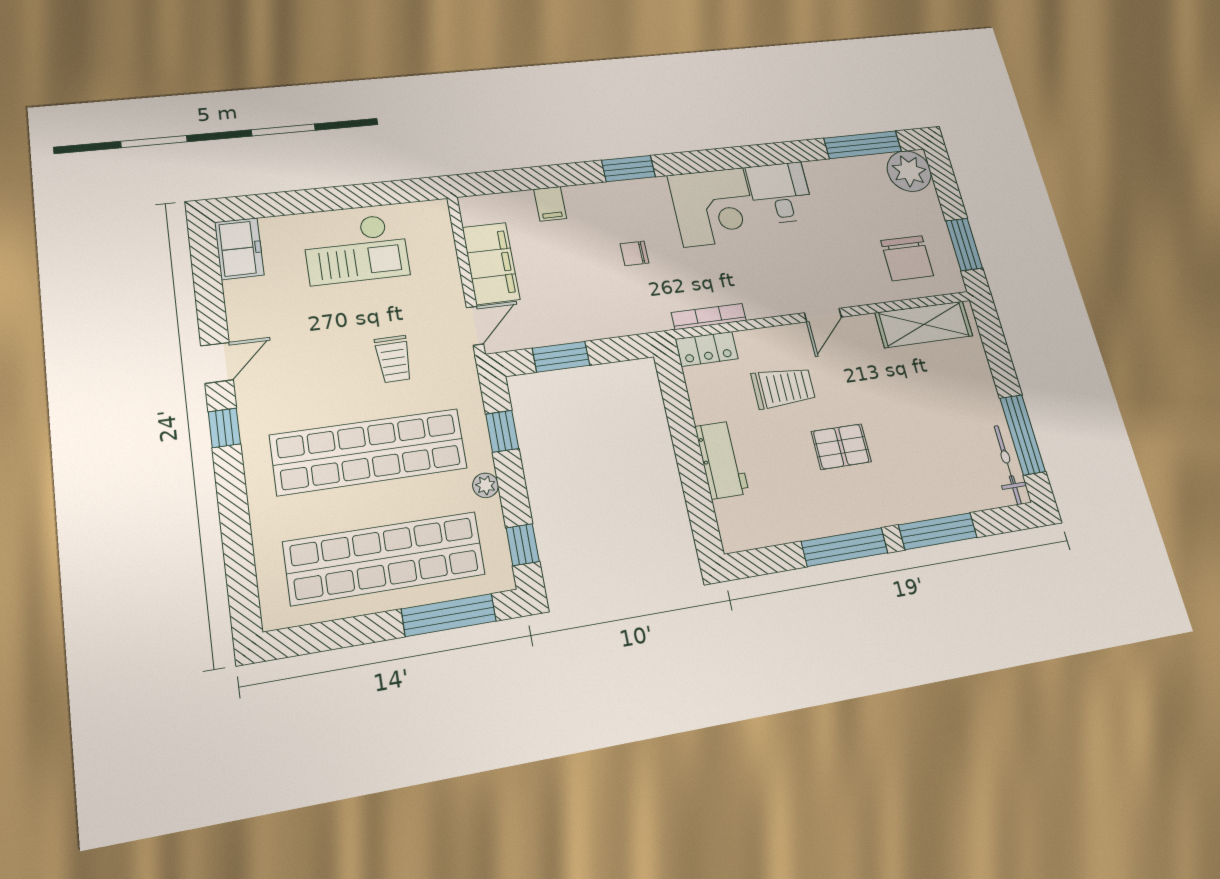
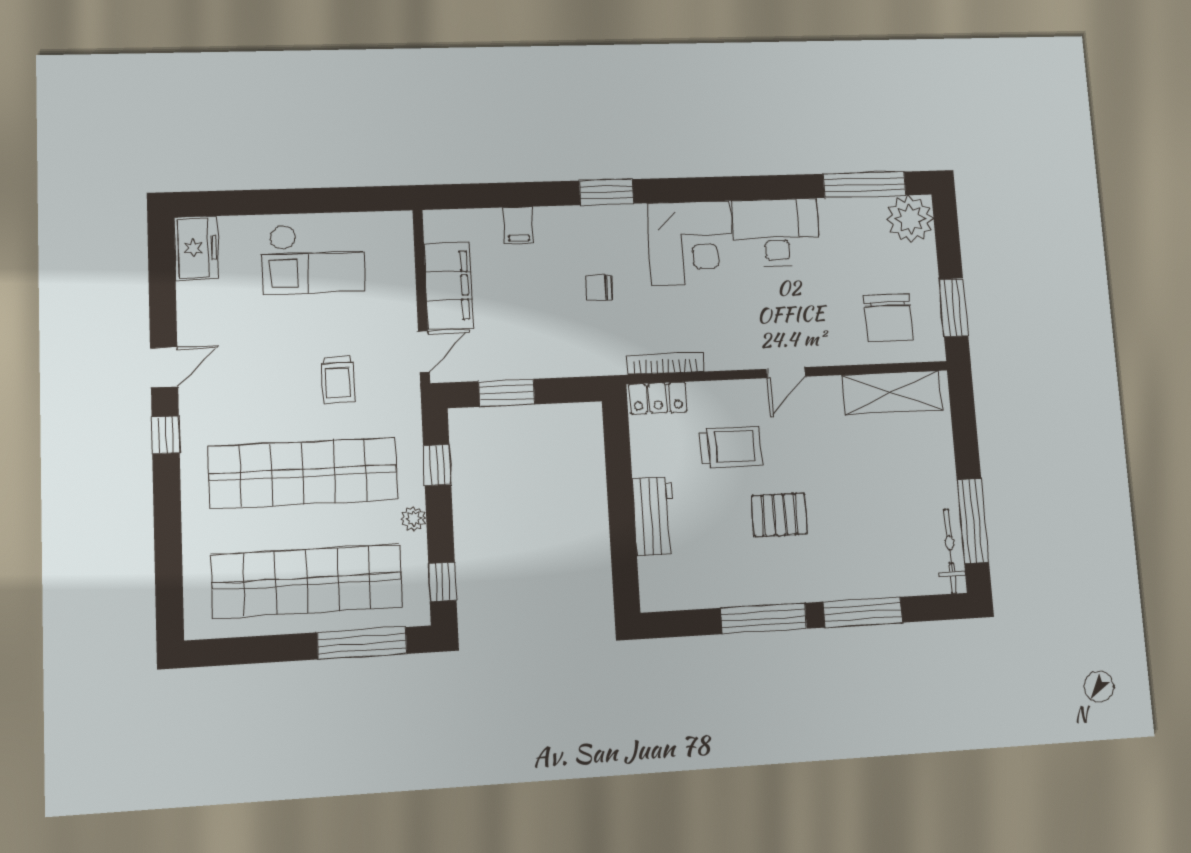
desk: (780, 193) -> (776, 232), width x1.37

